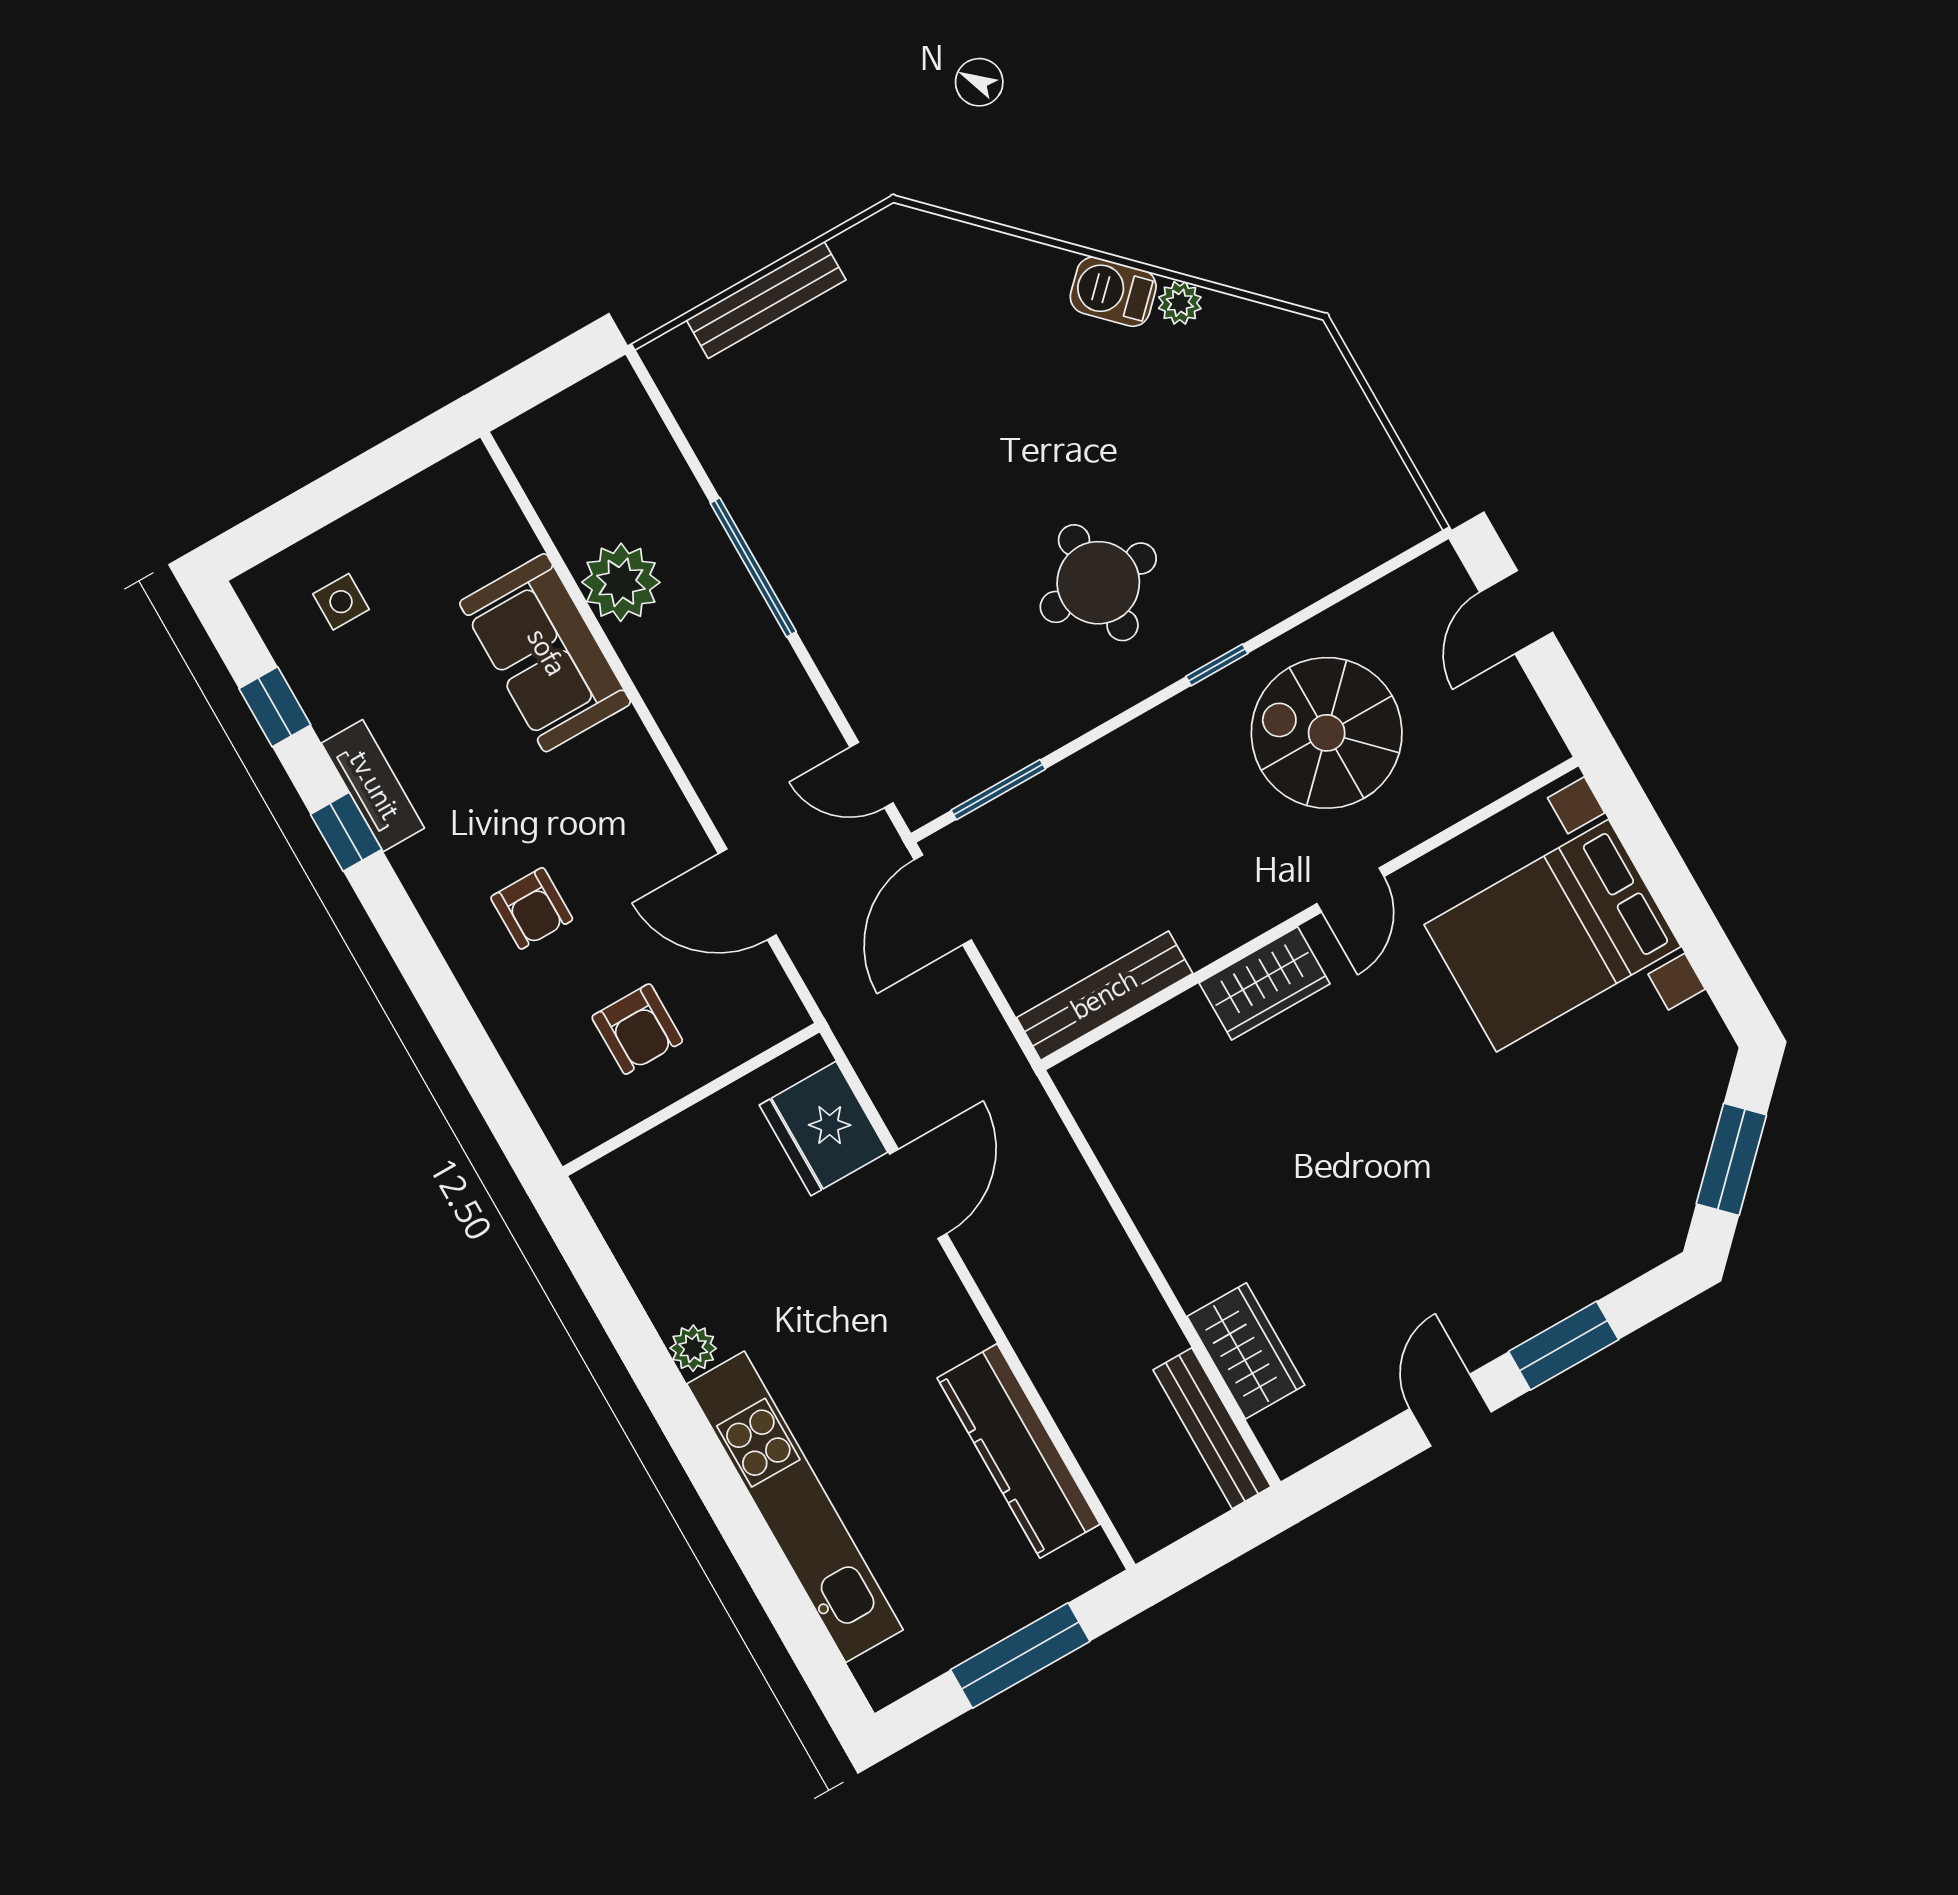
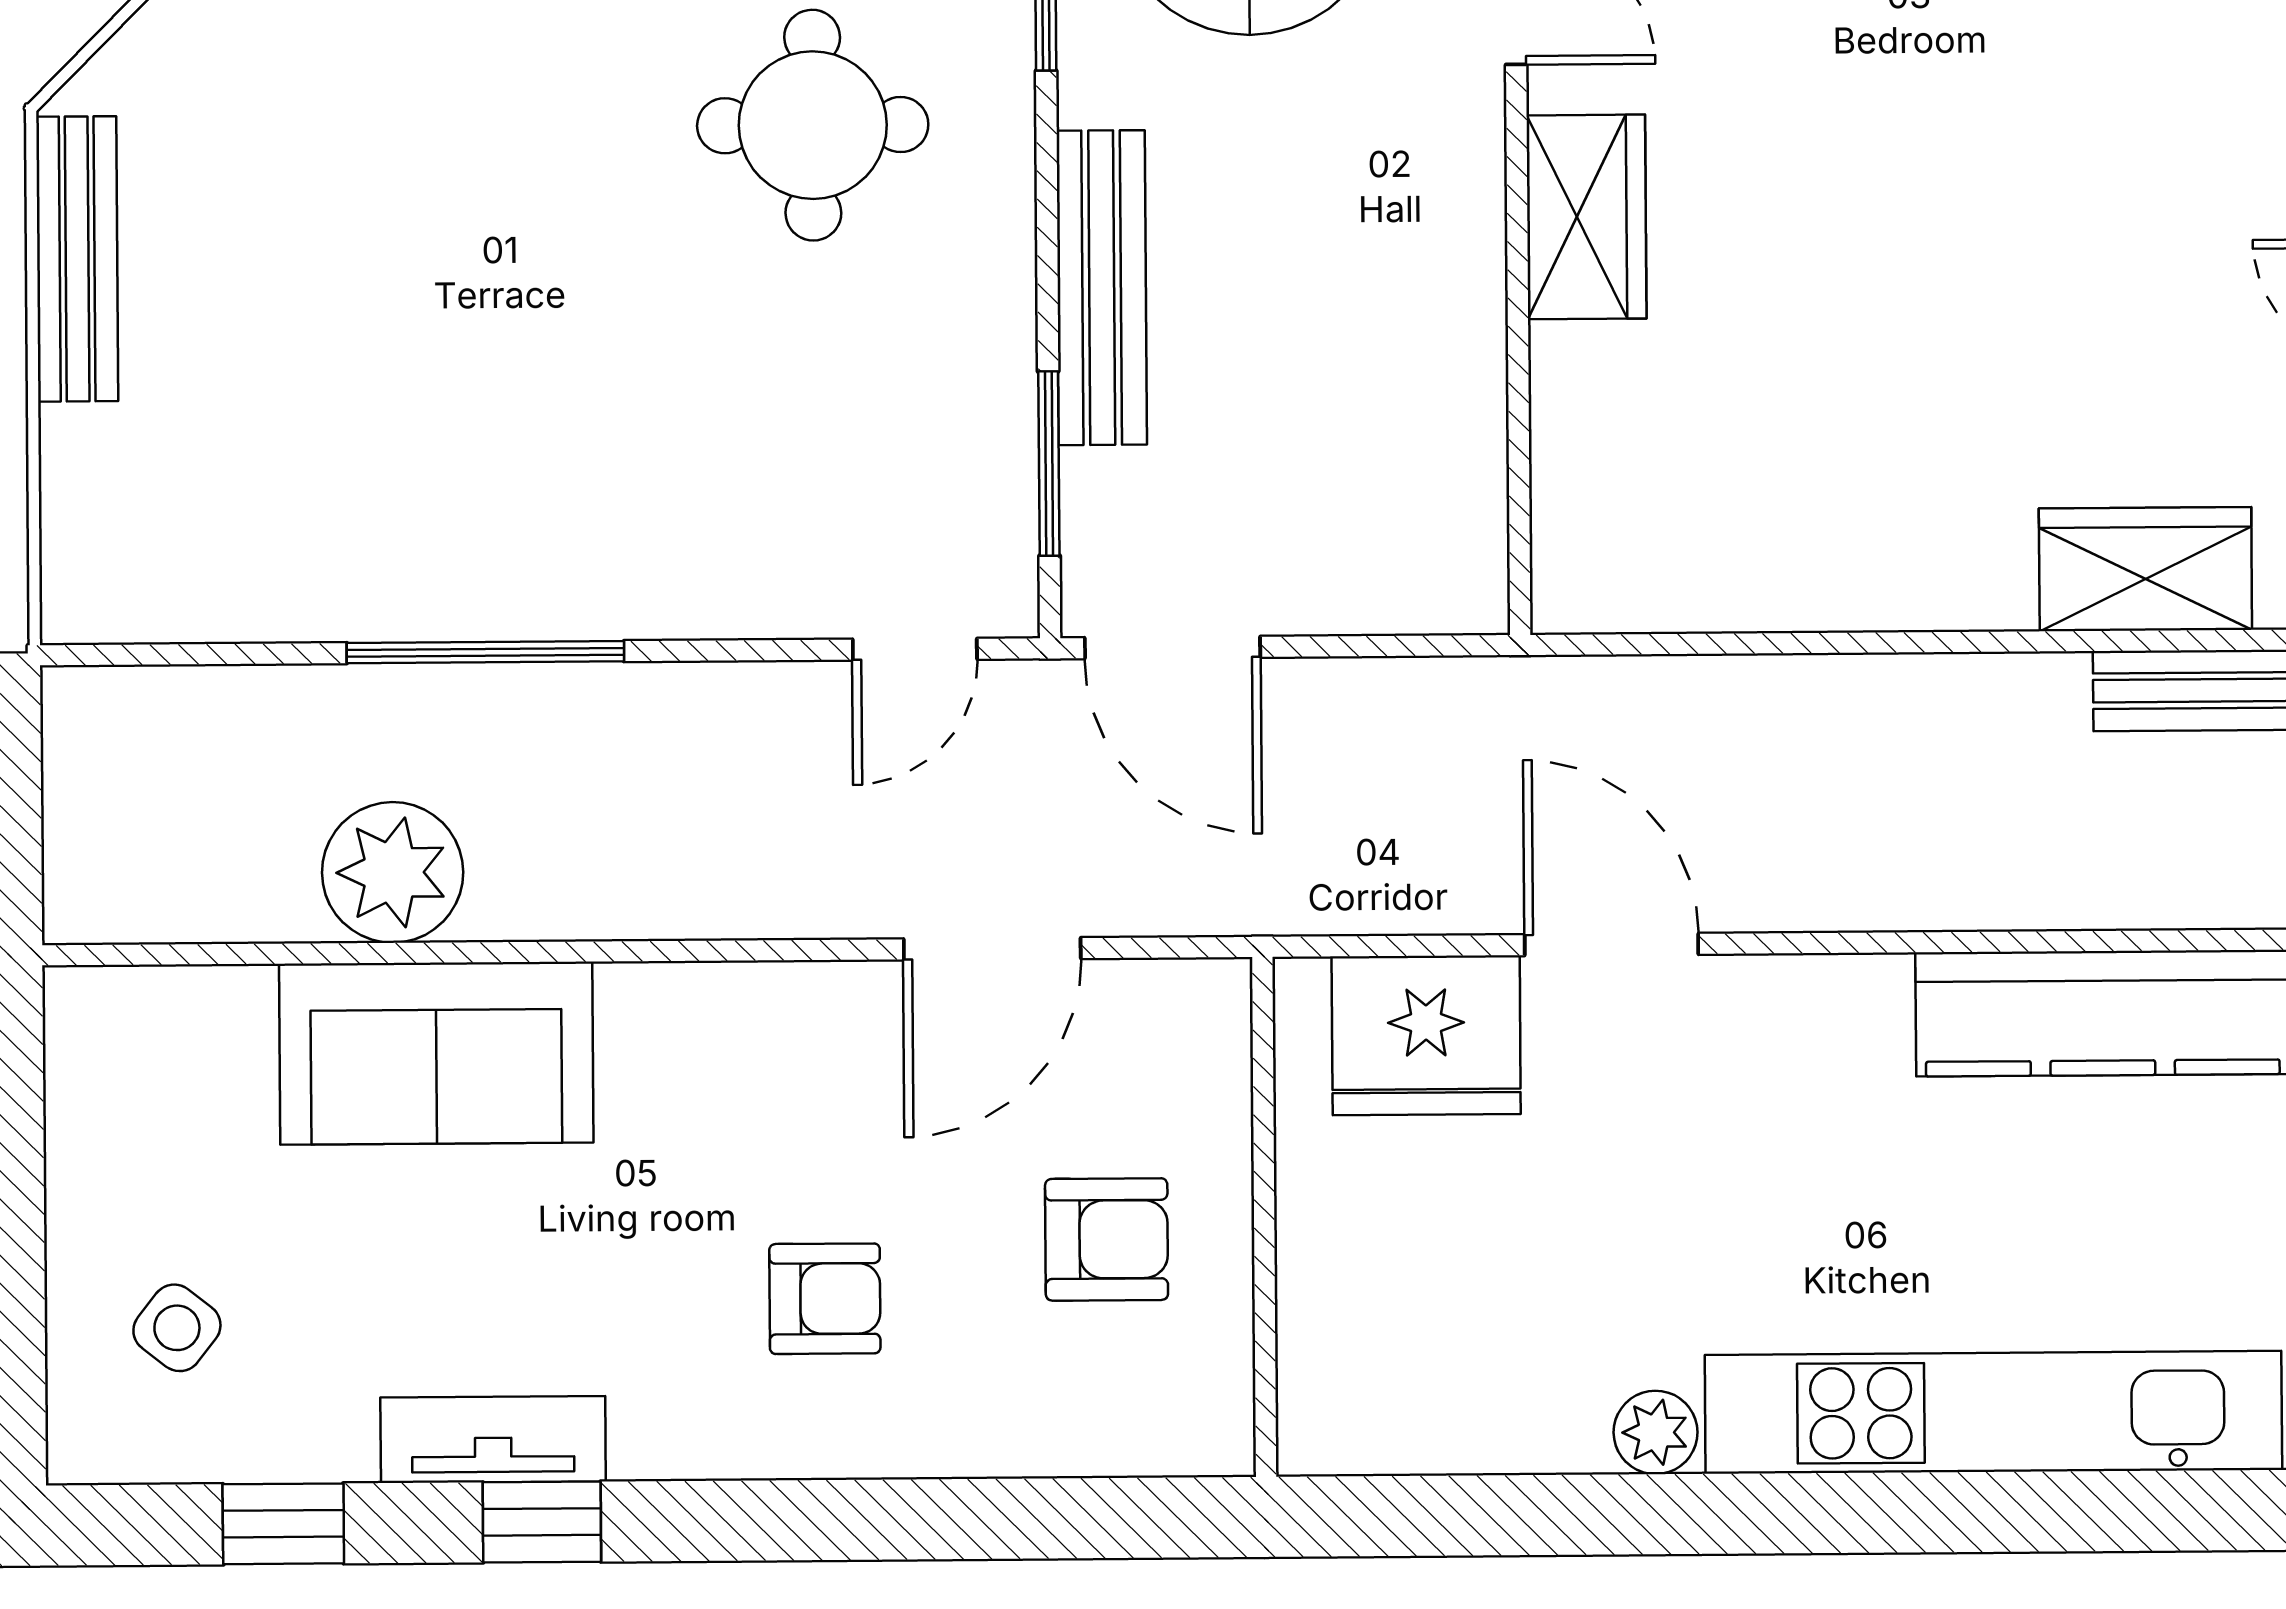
bench: (766, 300) -> (77, 259), moved
side table: (341, 602) -> (177, 1328), turned 38
bench: (1105, 996) -> (1102, 288), moved

